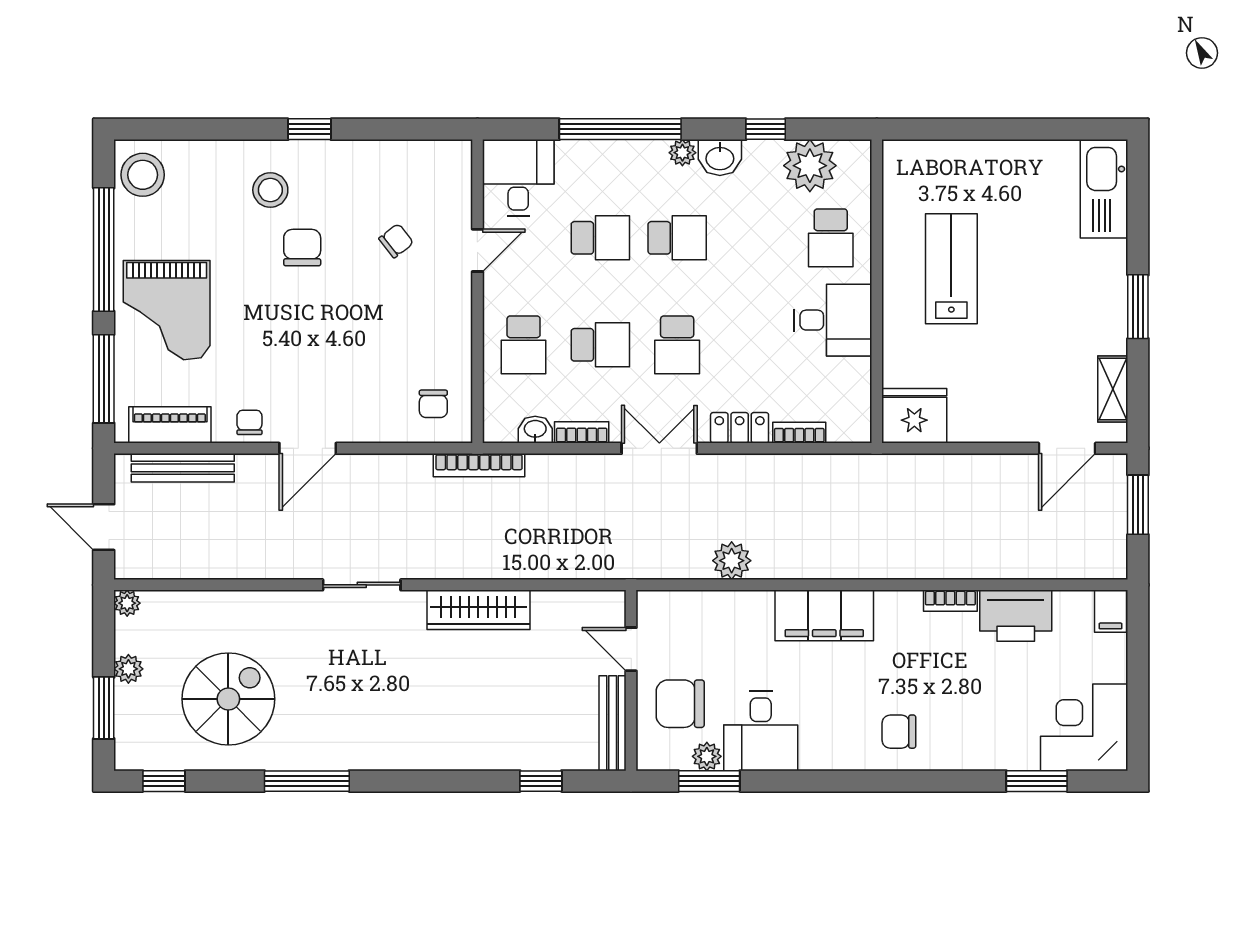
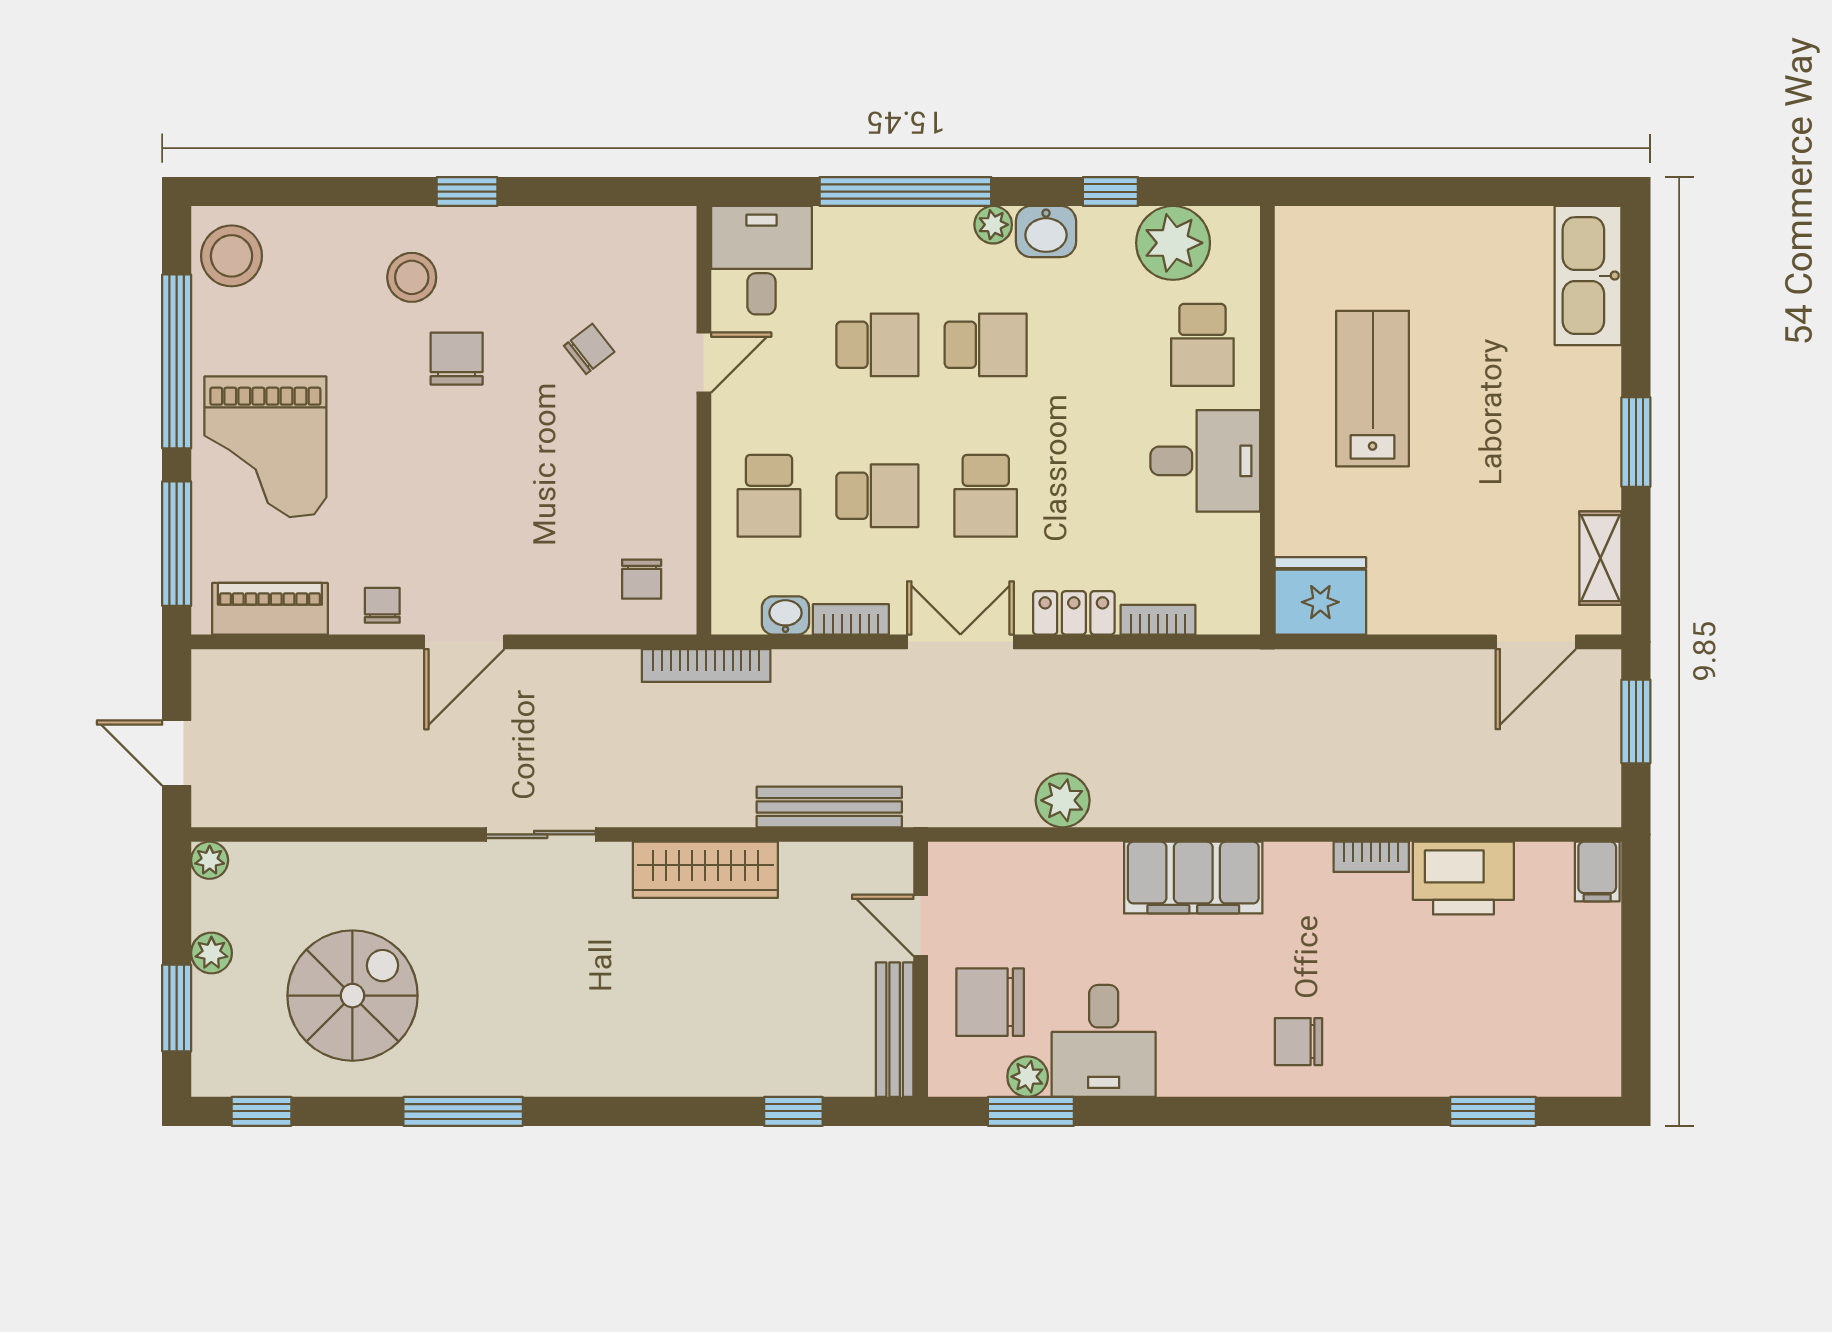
bench: (183, 468) -> (829, 807), moved
corner desk: (1084, 727) -> (1560, 1036), removed

